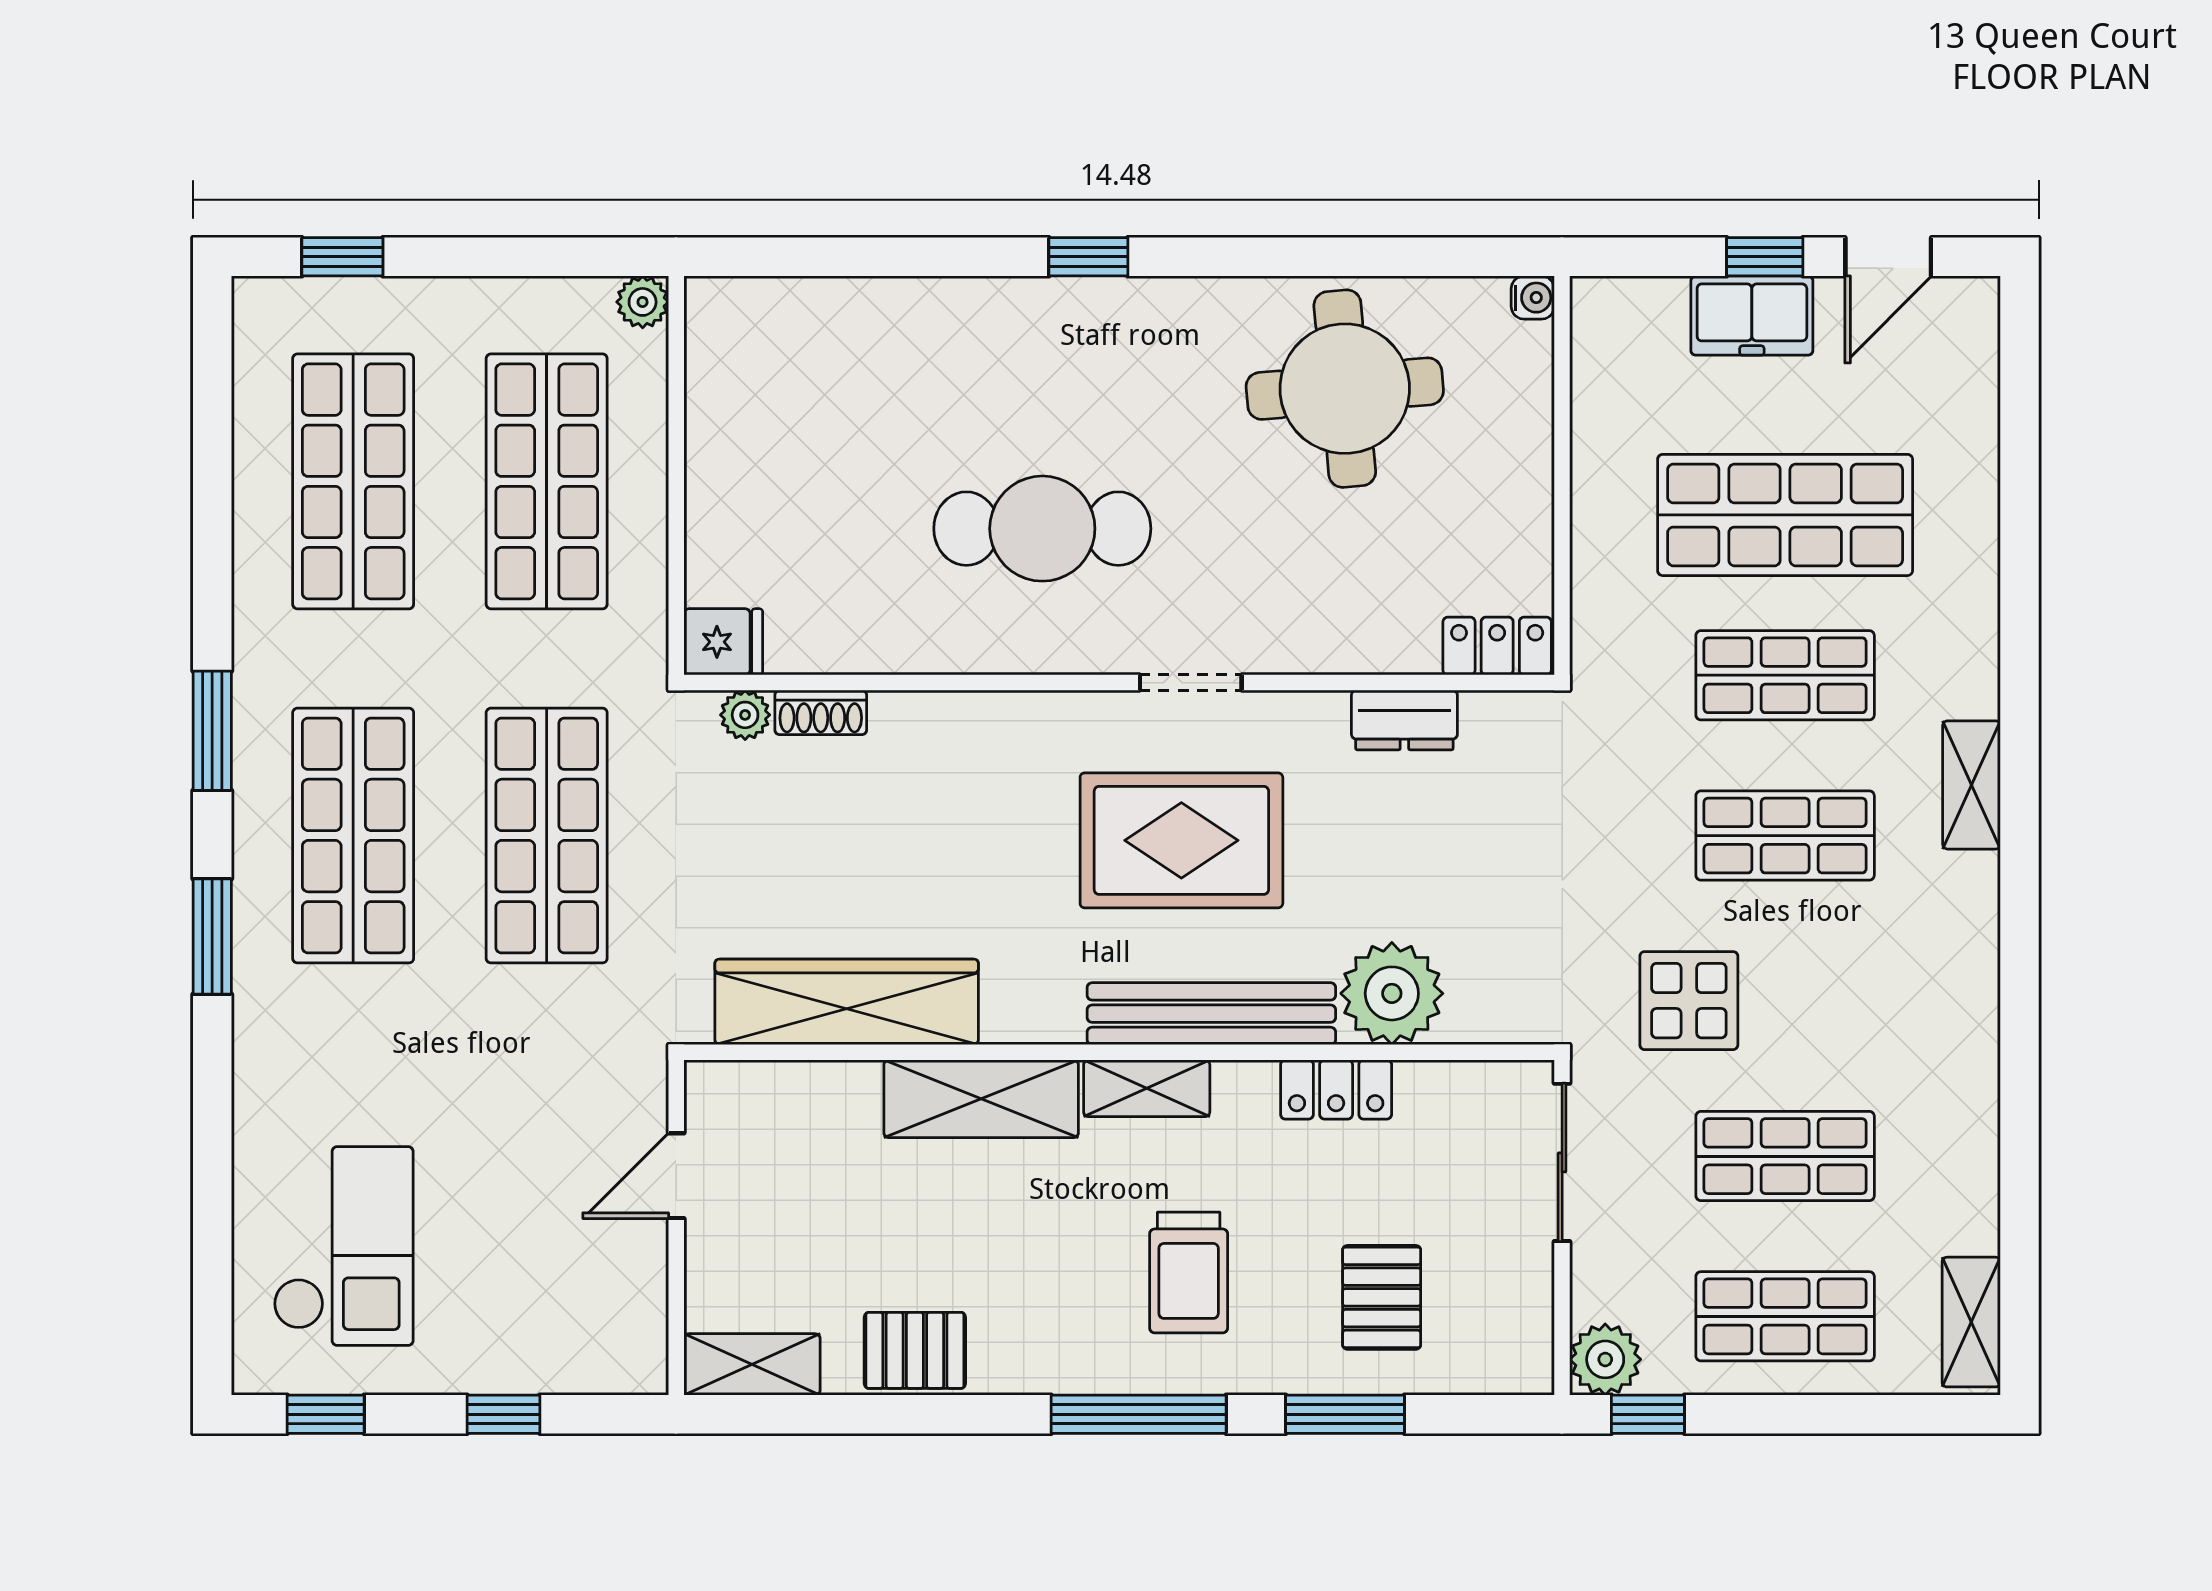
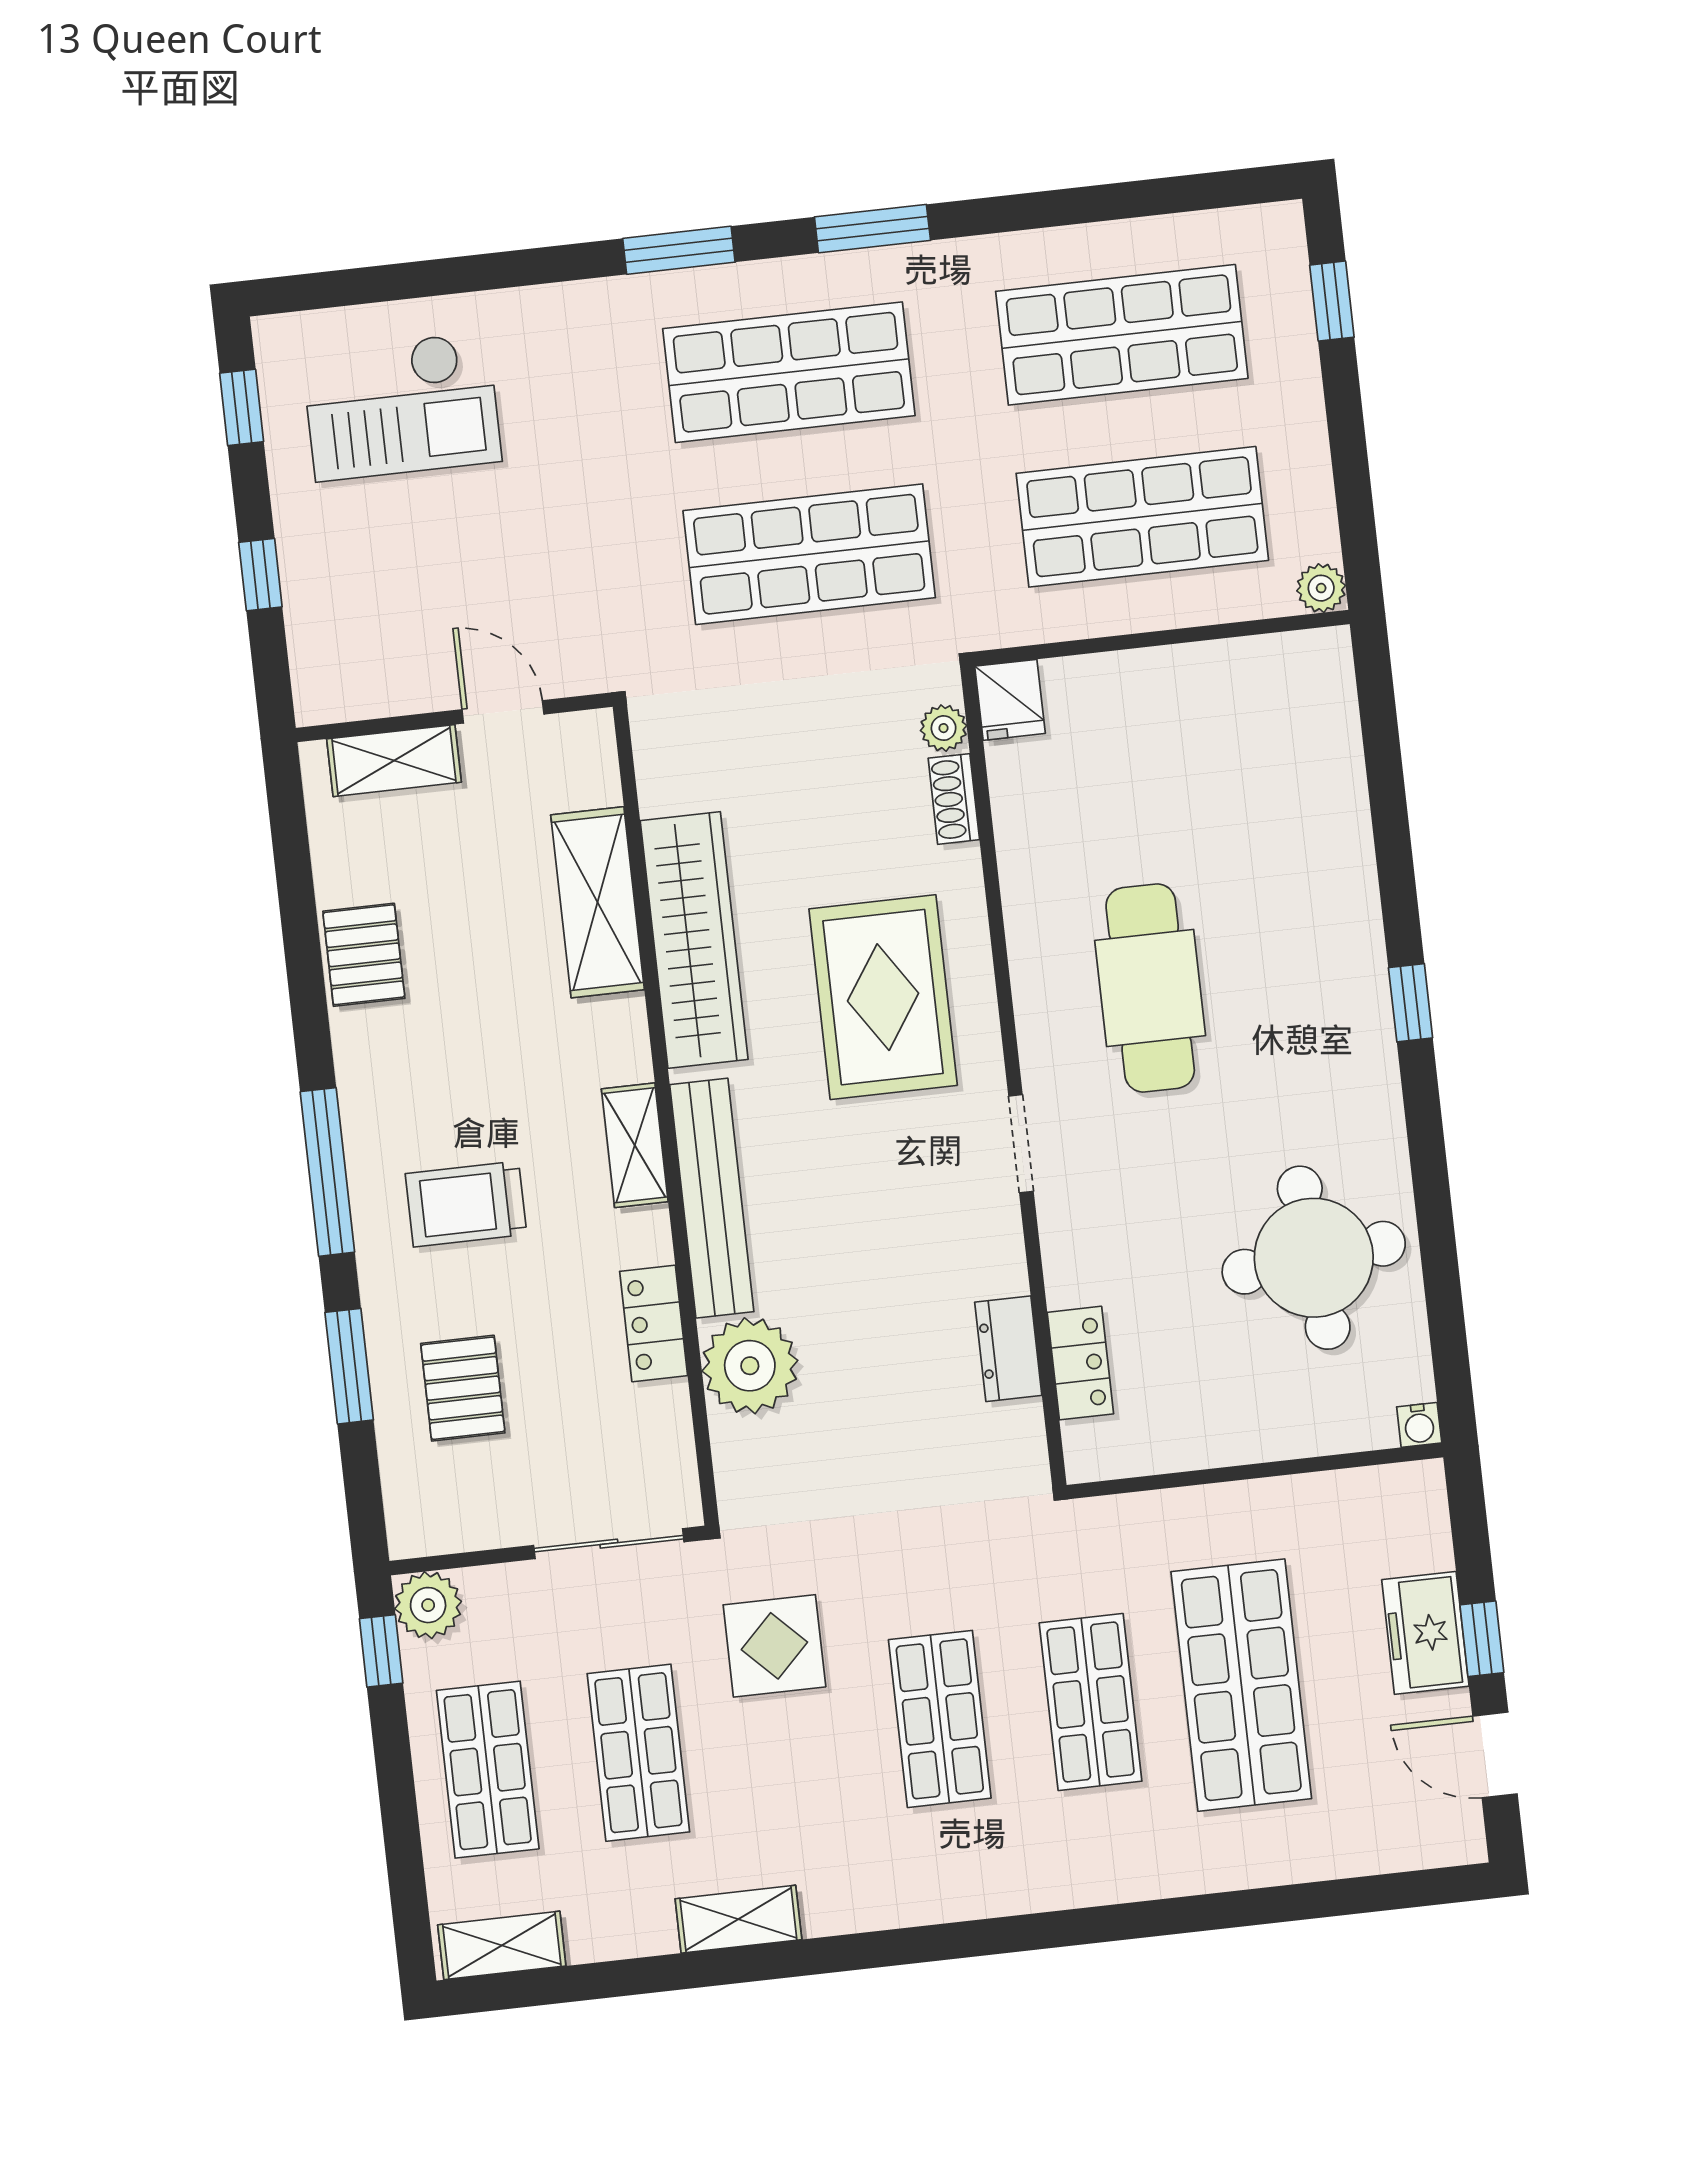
locker: (1497, 646) -> (1080, 1363), moved
shelving: (1972, 785) -> (738, 1919), moved
rug: (1181, 840) -> (883, 997), moved
wardrobe: (847, 1002) -> (694, 940), moved
shelving: (981, 1099) -> (598, 902), moved
pallet: (1382, 1297) -> (463, 1388), turned 90
shelving: (752, 1364) -> (394, 761), moved, turned 90

